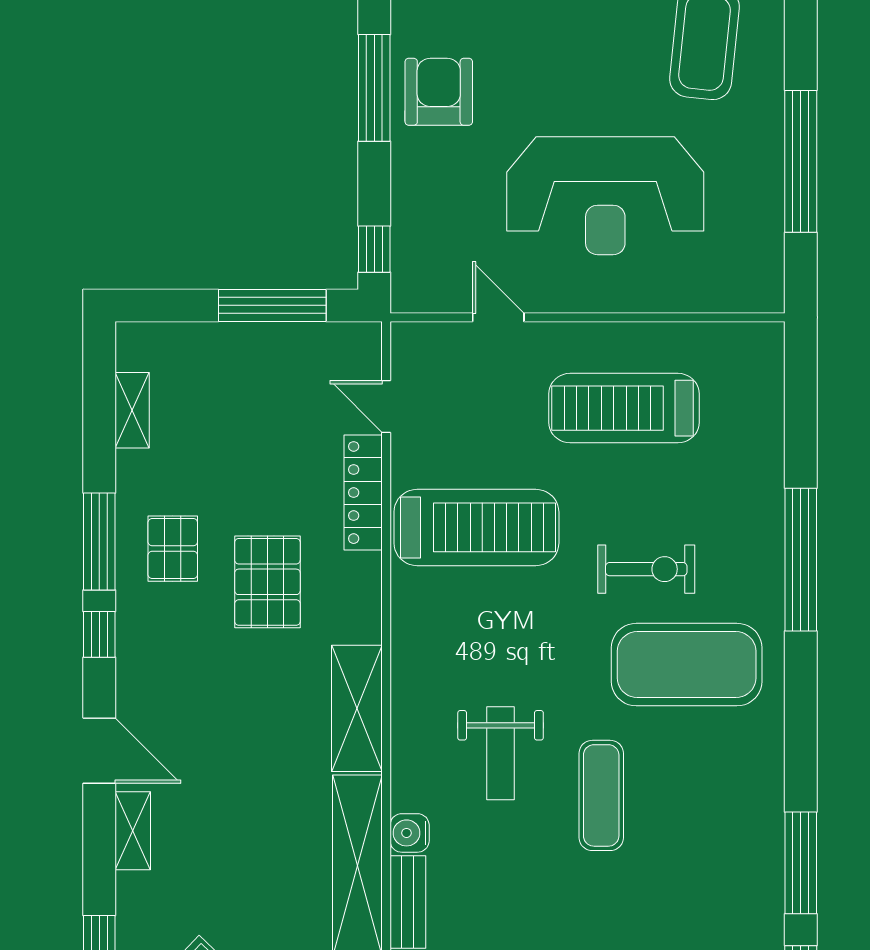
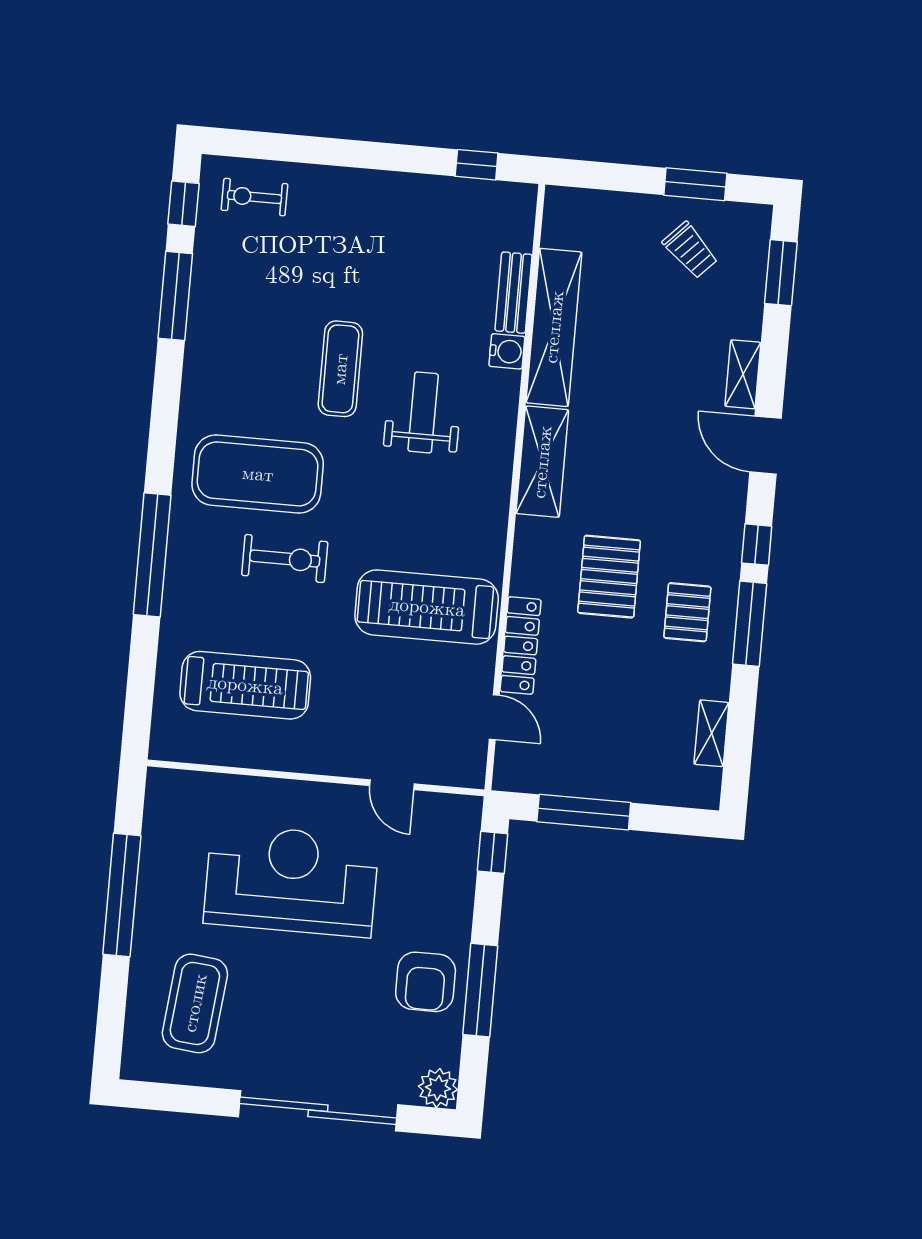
treadmill: (624, 408) -> (245, 685), moved
exercise bike: (646, 569) -> (285, 559), turned 180

